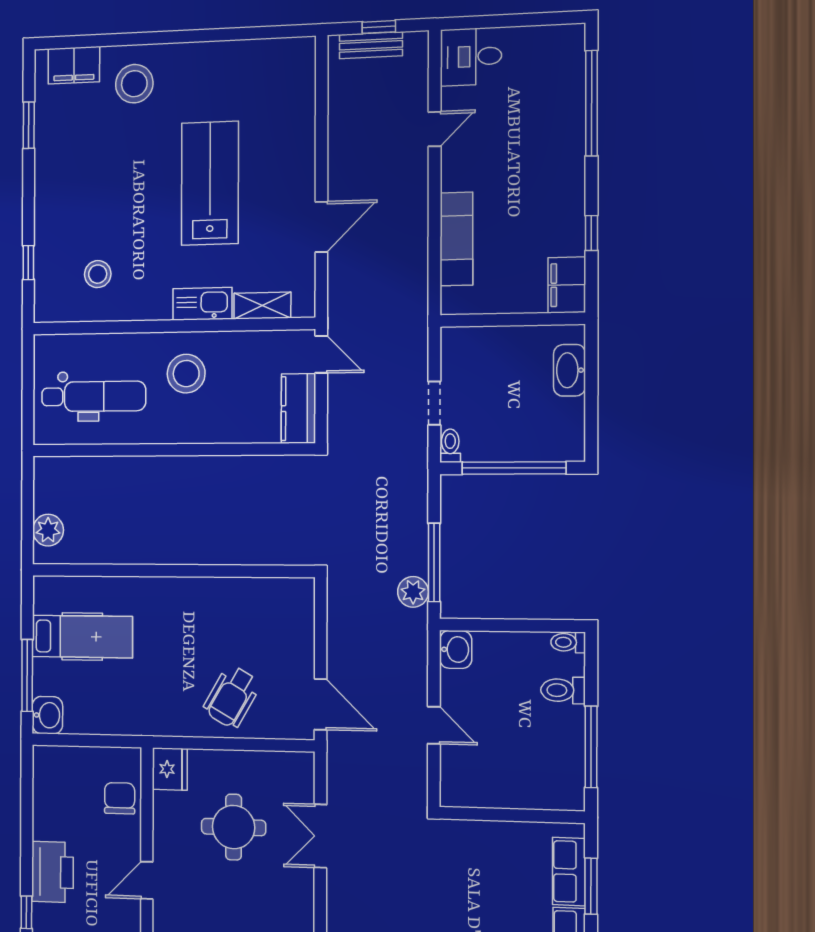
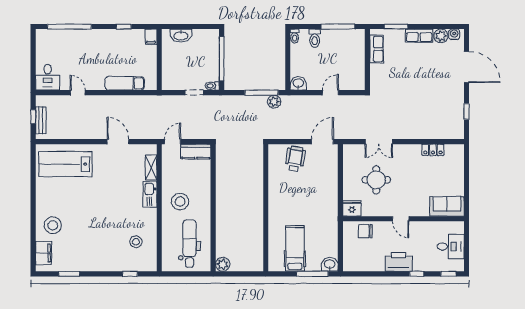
lab bench: (210, 183) -> (66, 164), moved
filing cabinet: (567, 285) -> (151, 37), width x0.50
plant: (48, 530) -> (223, 264), moved
wheelchair: (232, 697) -> (295, 159), moved, turned -111
row of seats: (569, 872) -> (377, 49), moved, turned -90

